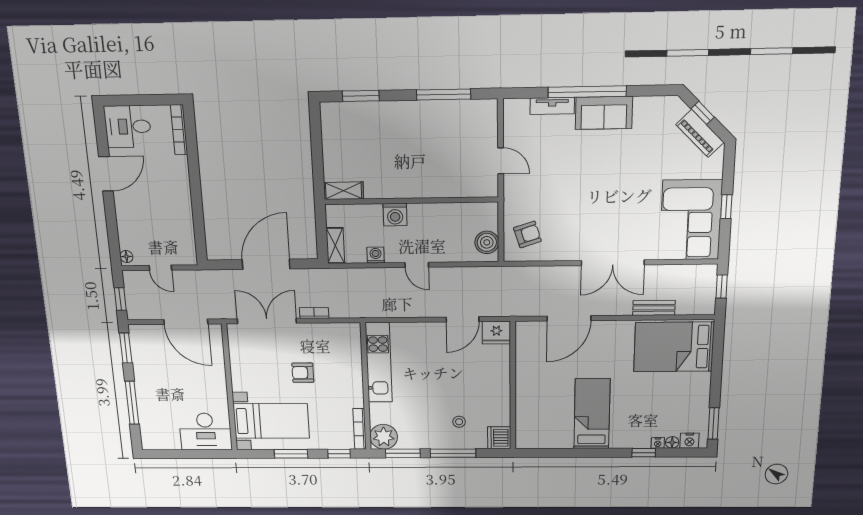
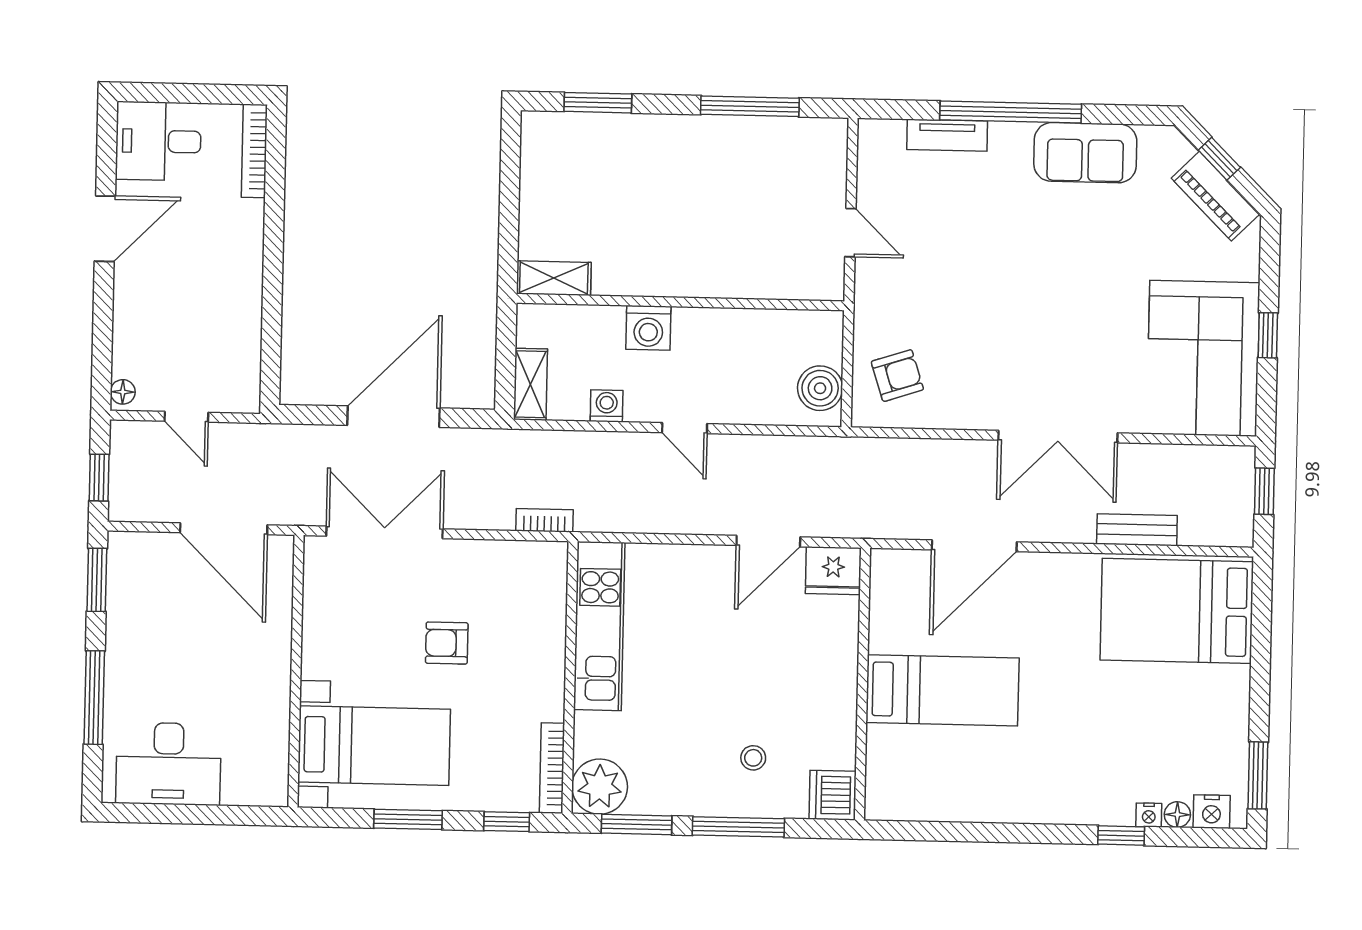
sofa: (604, 113) -> (1085, 153), moved
bookcase: (314, 313) -> (544, 520), moved
bed: (592, 414) -> (943, 690), moved, turned 90
desk: (206, 432) -> (168, 764), moved

